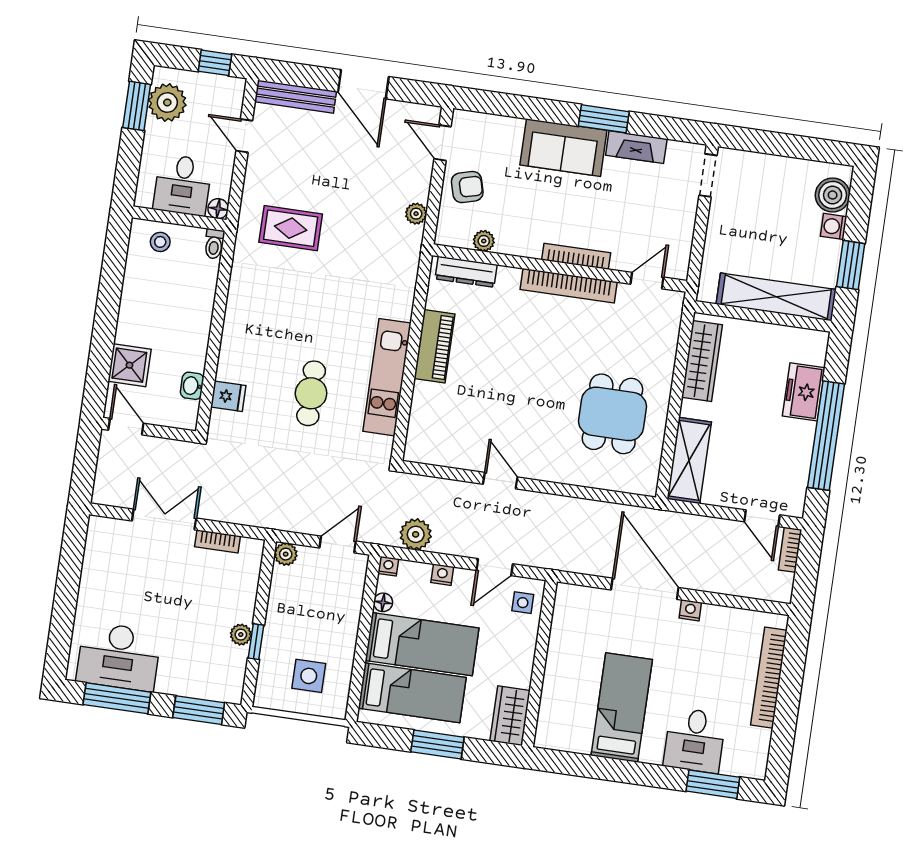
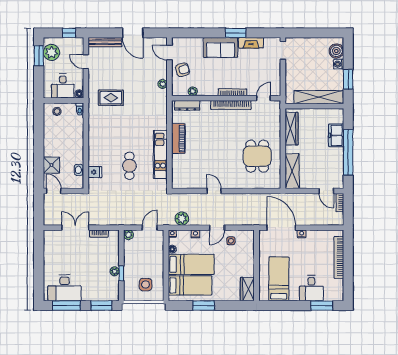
wall: (539, 664) -> (256, 265), moved
wardrobe: (510, 716) -> (247, 289), moved

